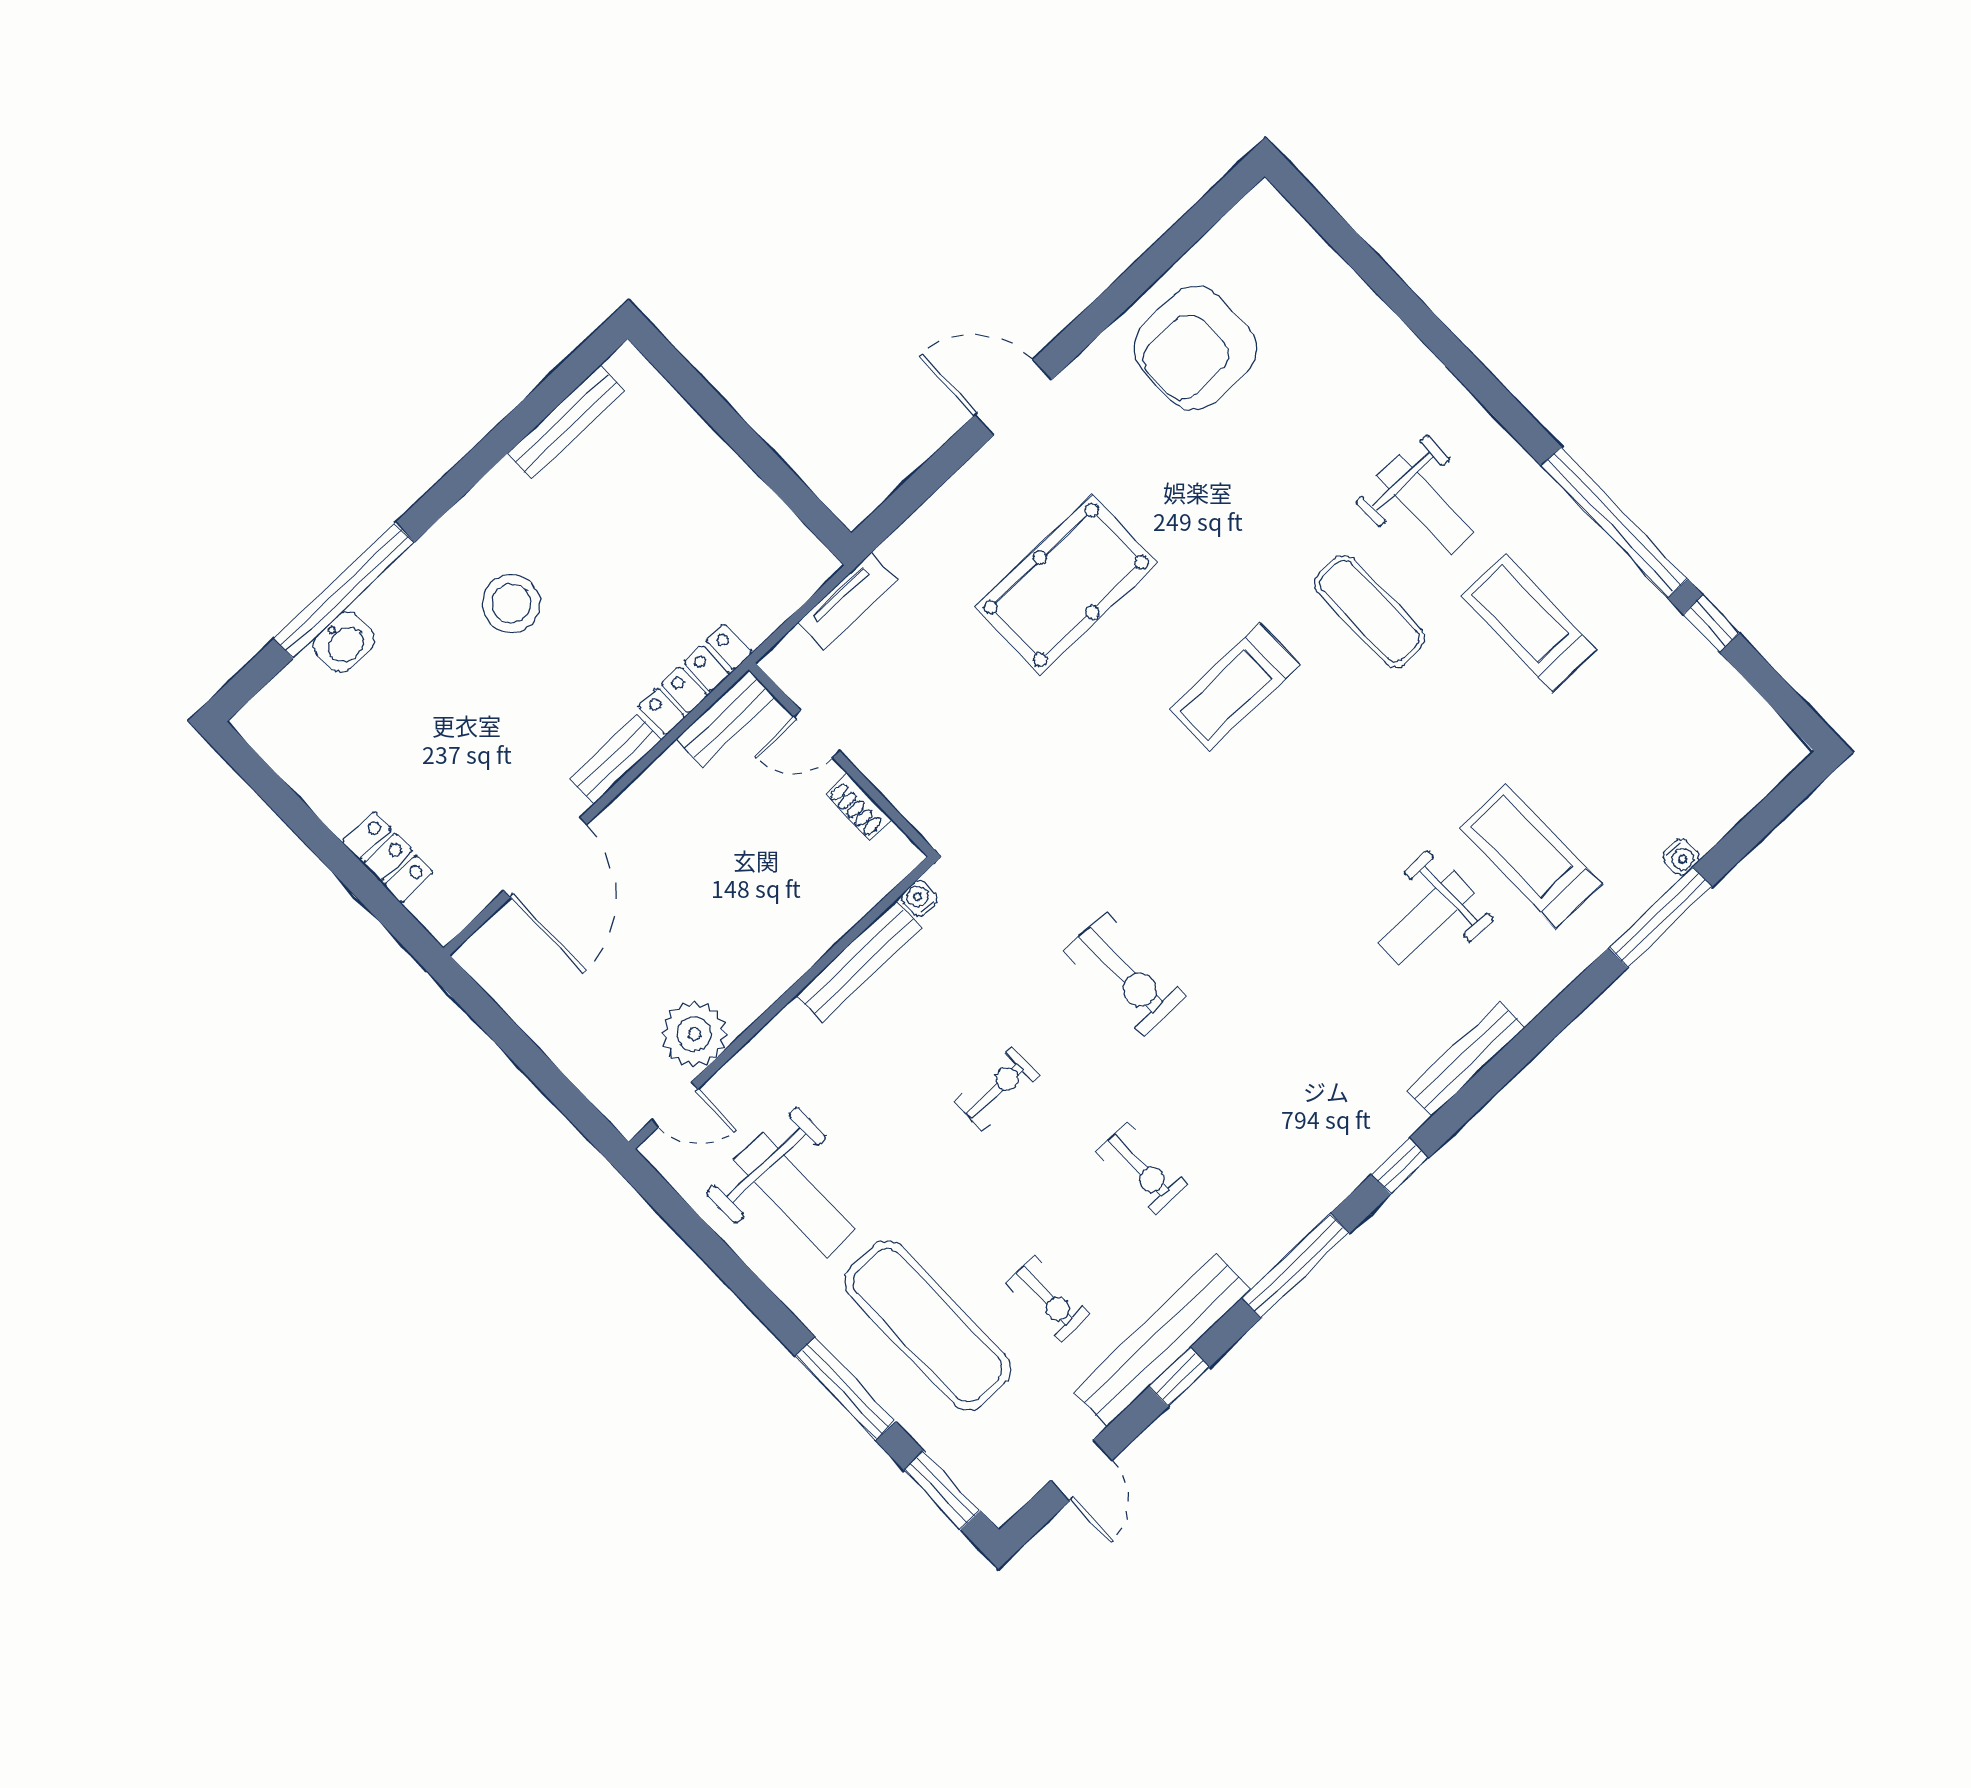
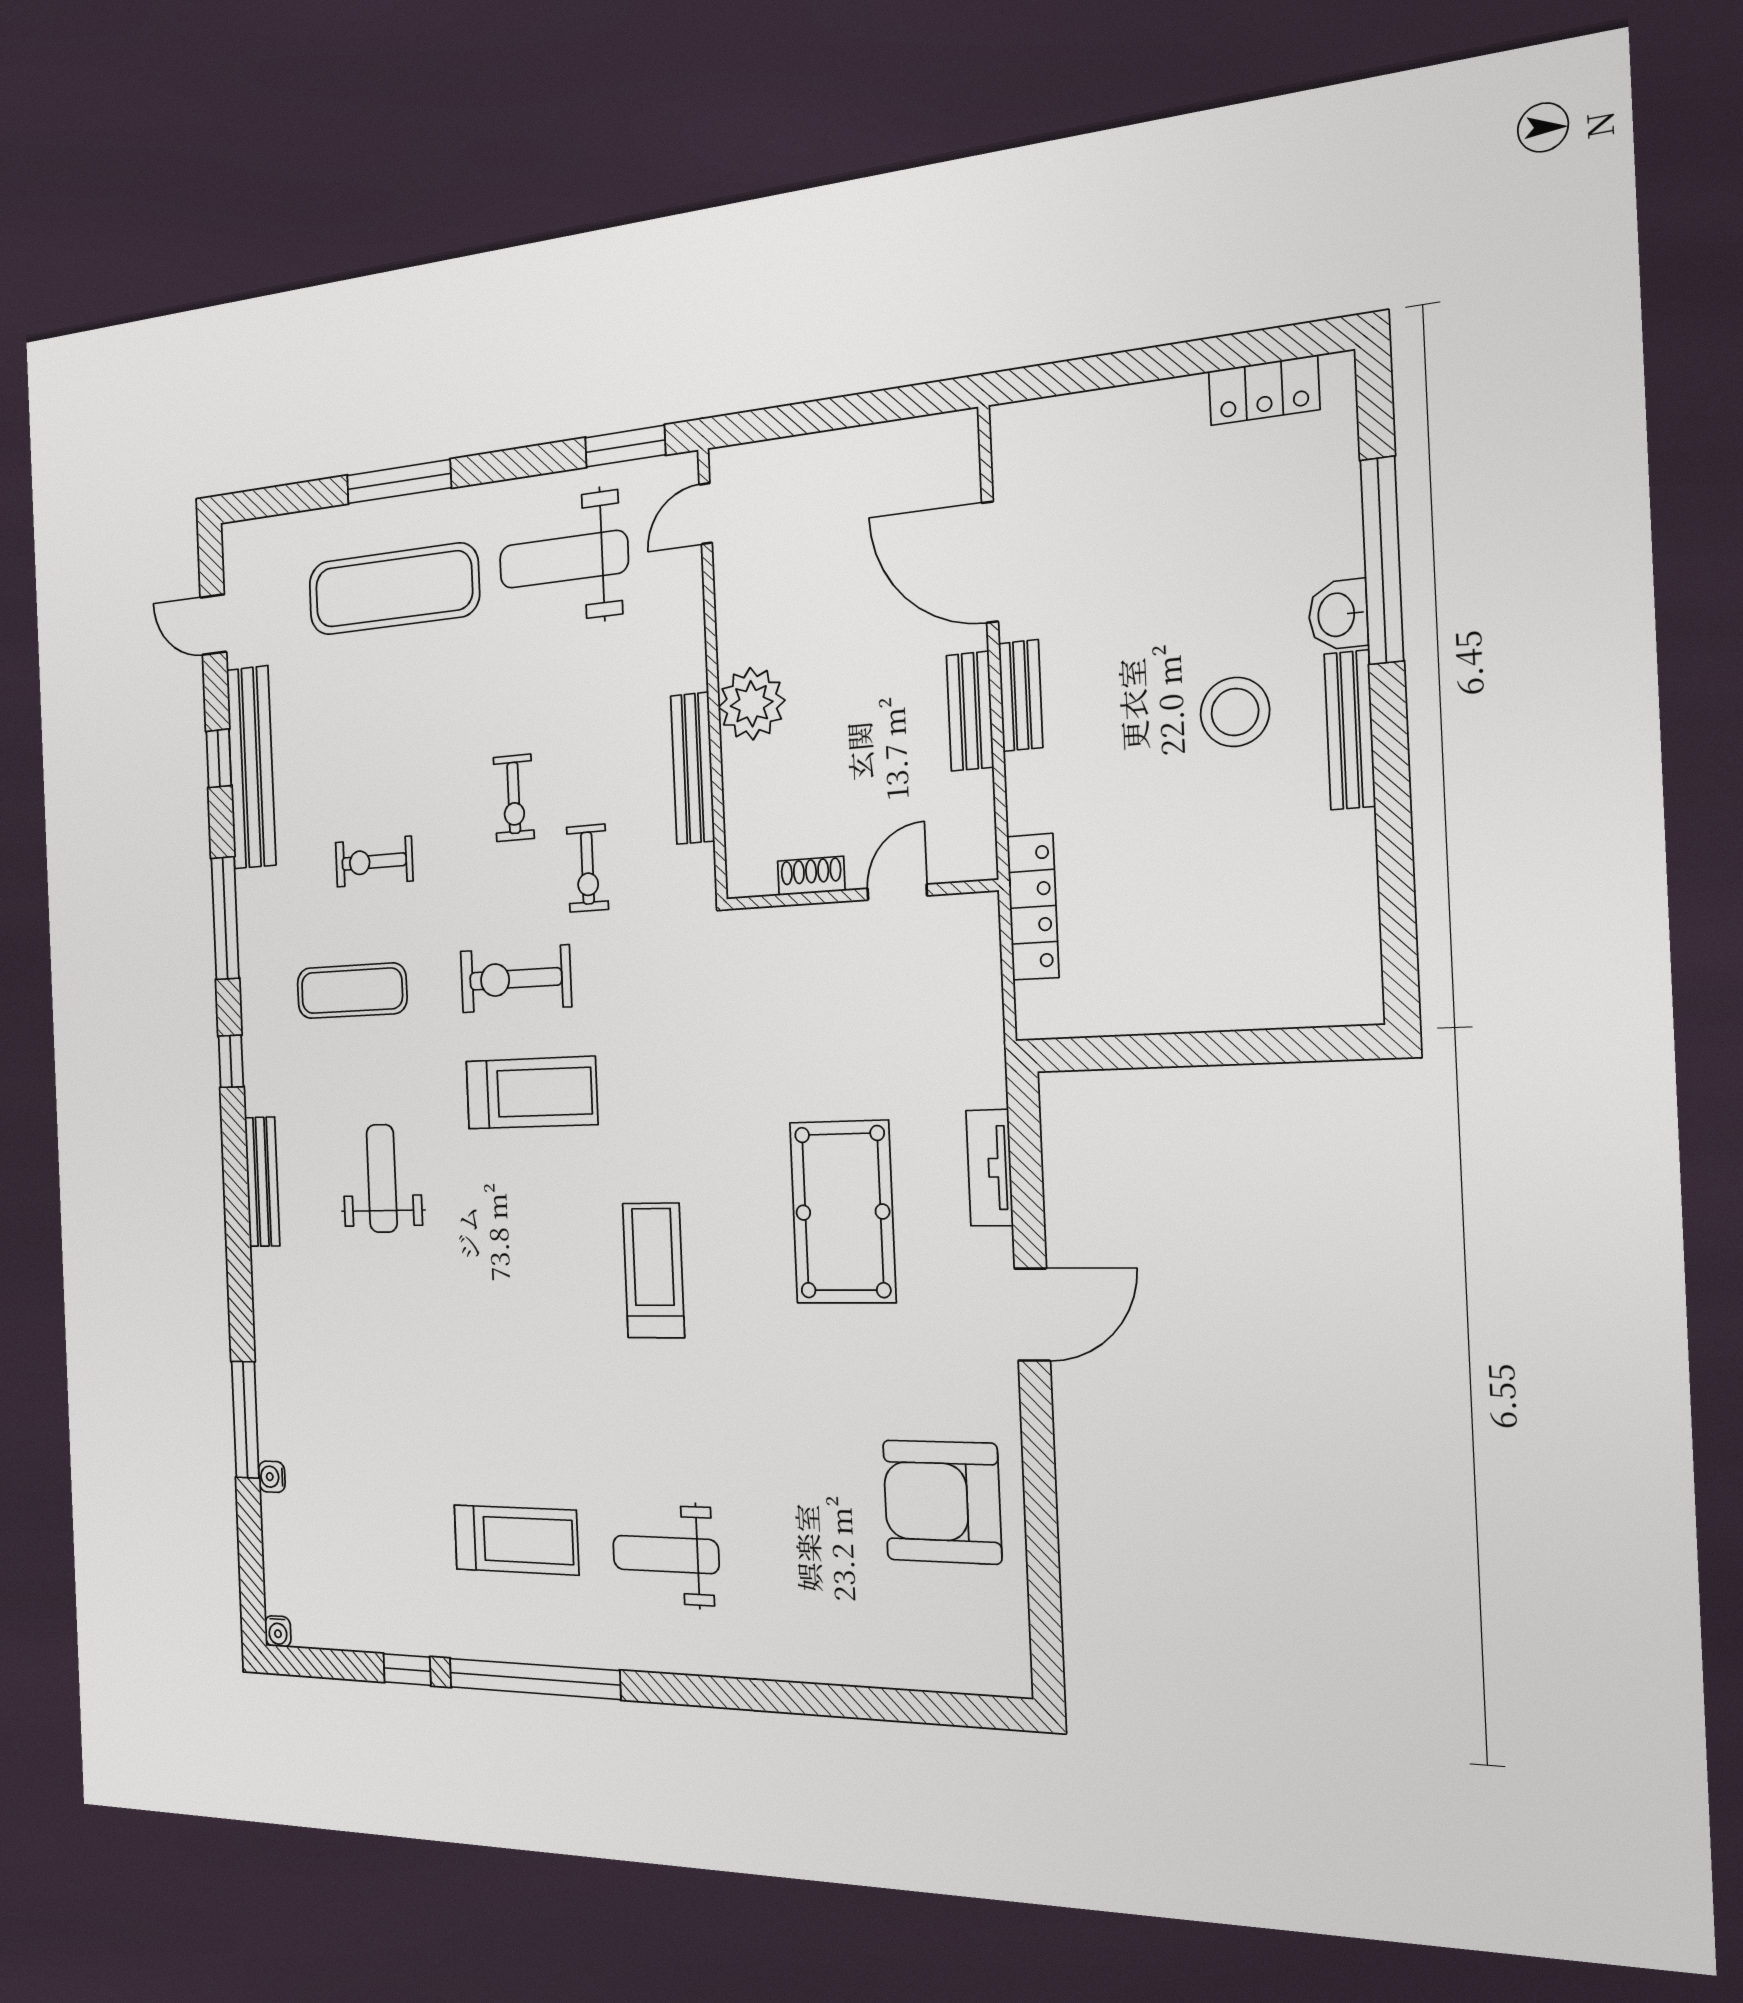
armchair: (1195, 348) -> (942, 1502), turned -90
bench: (566, 422) -> (1350, 730), moved
tv unit: (848, 601) -> (990, 1168), moved
exercise mat: (1370, 611) -> (352, 991), moved
washbasin: (344, 642) -> (1338, 615), moved
locker: (695, 679) -> (1033, 907), moved
bench: (725, 718) -> (970, 711), moved
treadmill: (1531, 856) -> (531, 1093), moved
locker: (388, 857) -> (1264, 390), moved
water cooler: (919, 898) -> (278, 1631), moved, turned 90
weight bench: (1426, 918) -> (382, 1178), moved
plant: (694, 1034) -> (752, 704), moved
exercise bike: (1048, 1299) -> (587, 868), moved, turned -90
window: (942, 1490) -> (625, 446), moved

